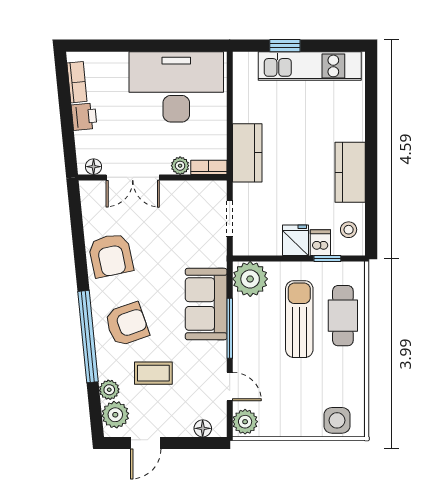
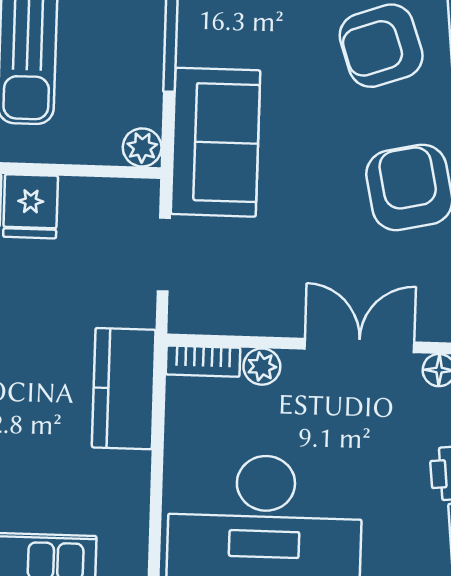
plant: (250, 279) -> (142, 147), width x0.53, depth x0.53
sofa: (206, 304) -> (216, 142), moved

